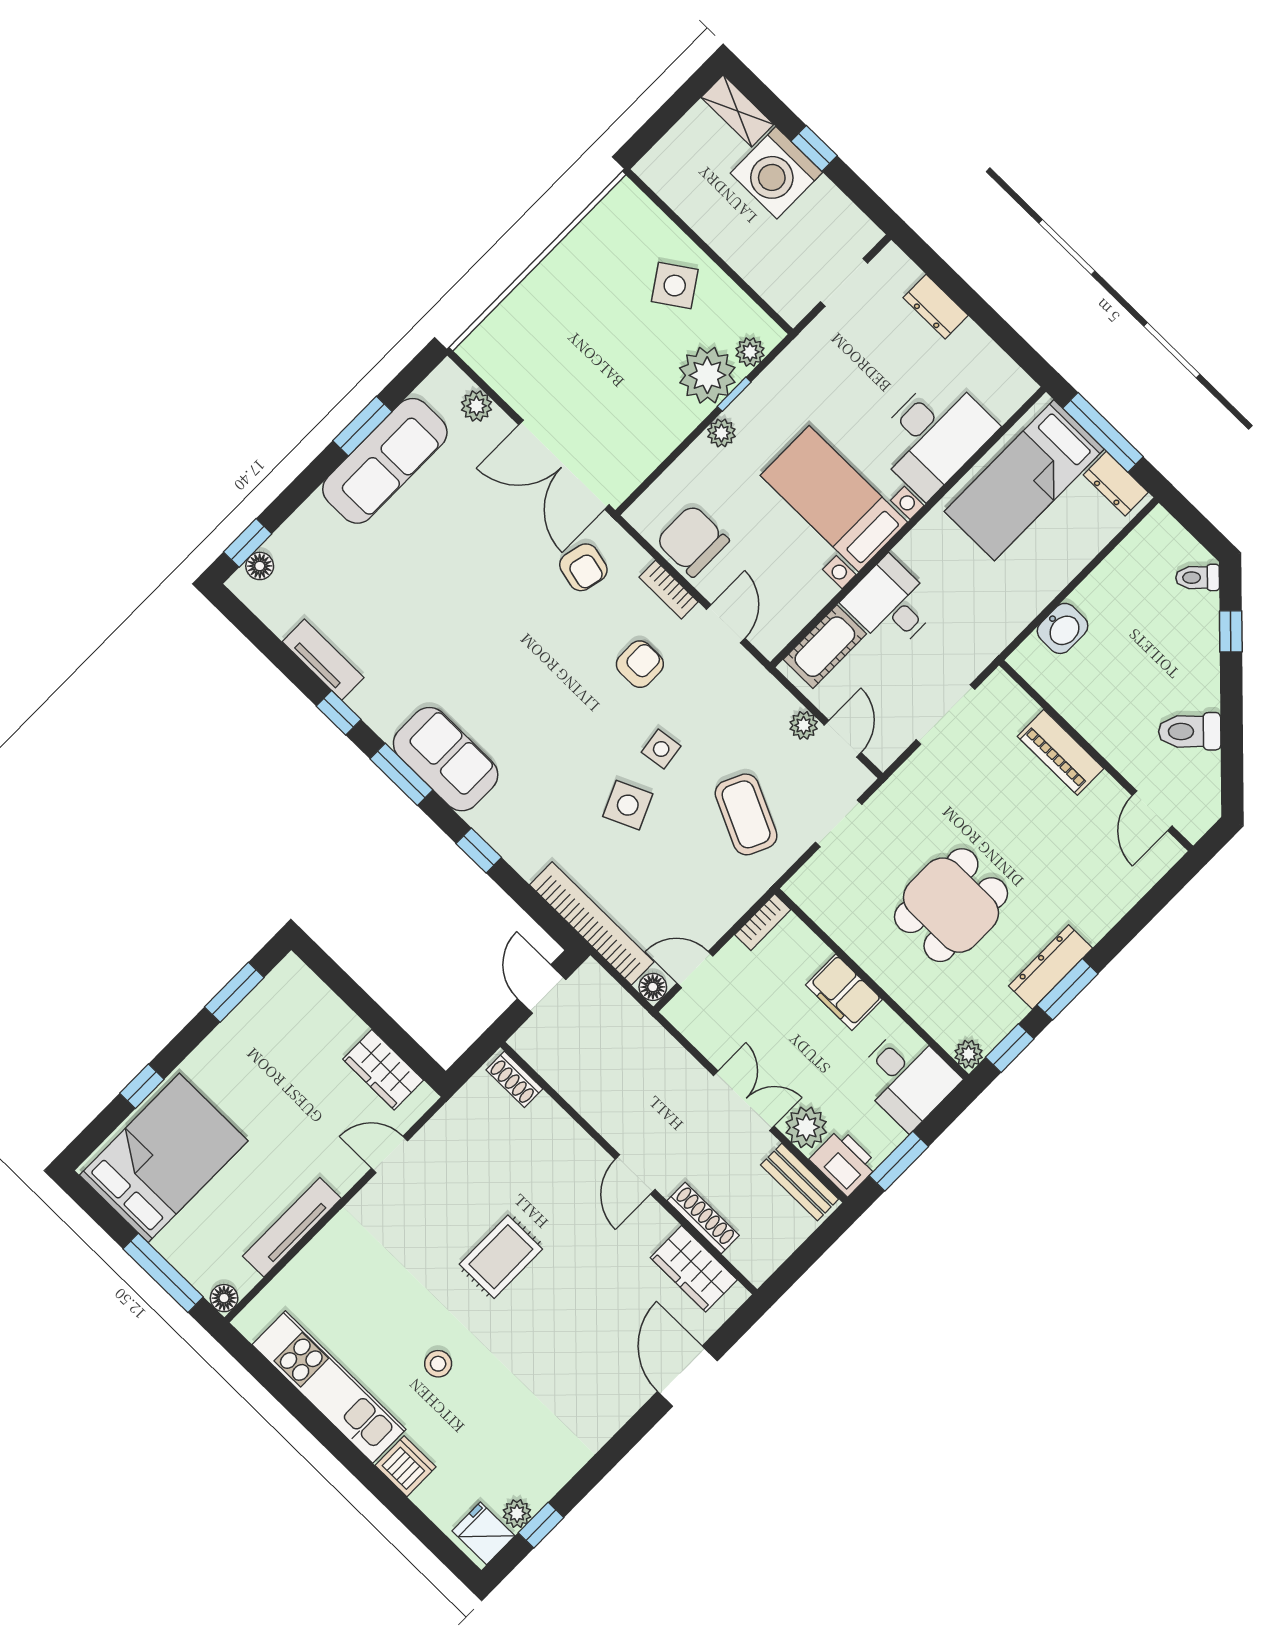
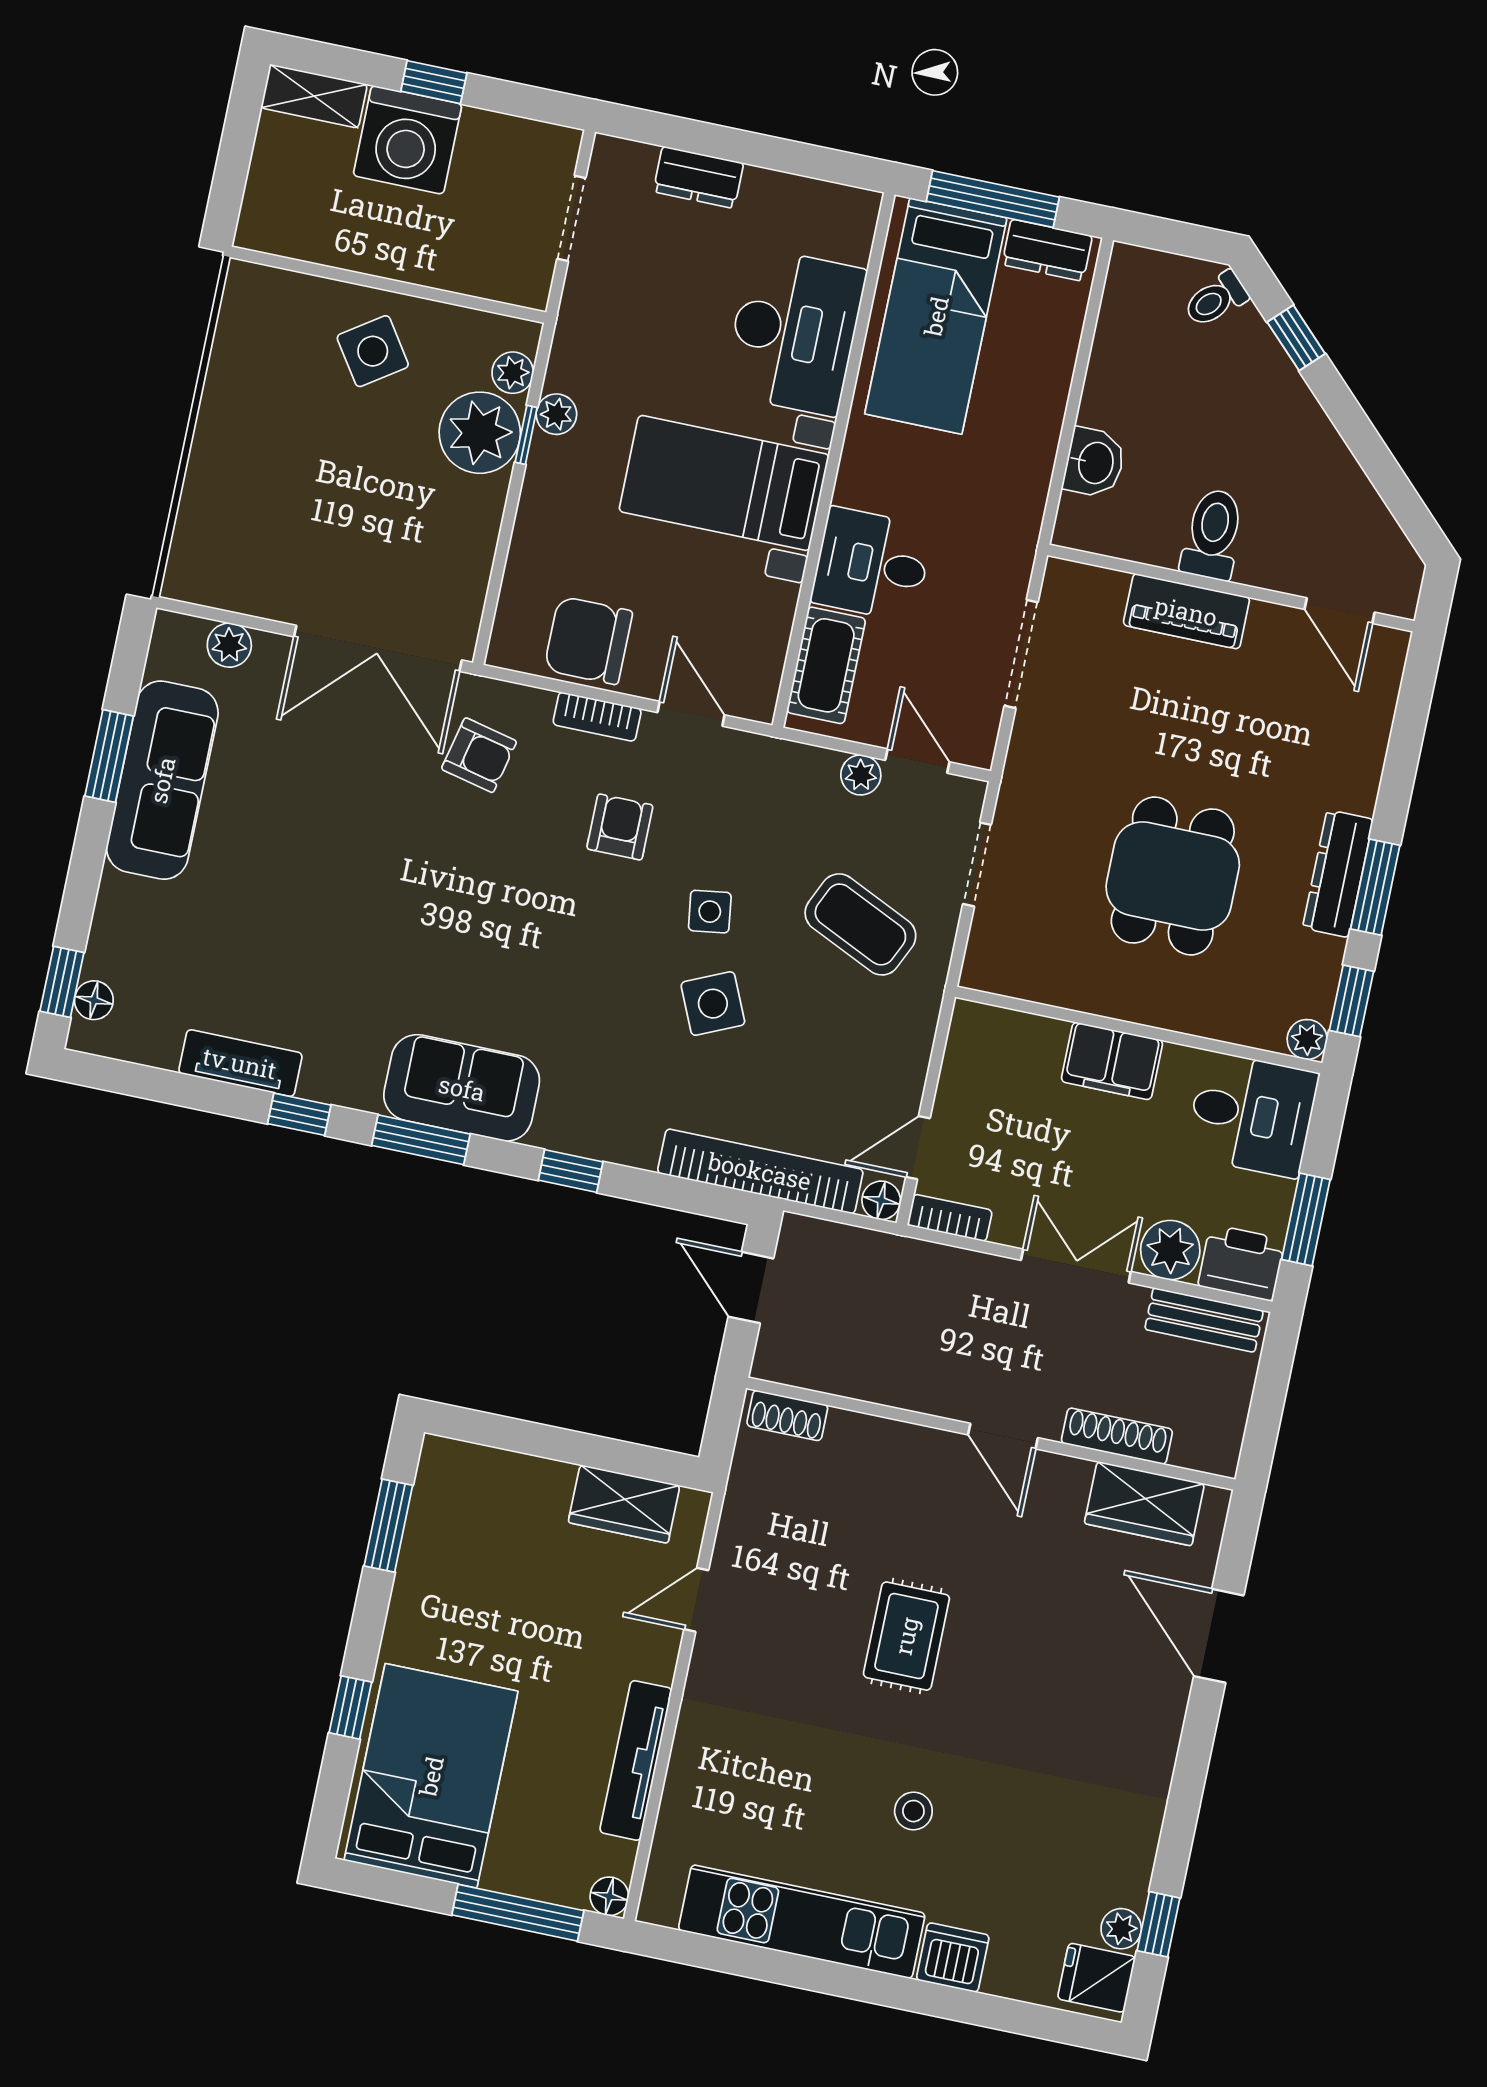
plant: (721, 433) -> (556, 414), moved
toilet: (1190, 731) -> (1213, 534), moved, turned 135
bookcase: (763, 922) -> (950, 1218), moved, turned -90

